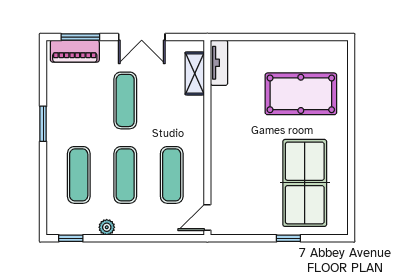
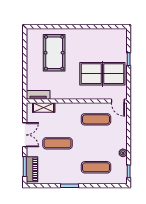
exercise mat: (125, 175) -> (96, 143), removed
table tennis table: (305, 183) -> (102, 74), moved

